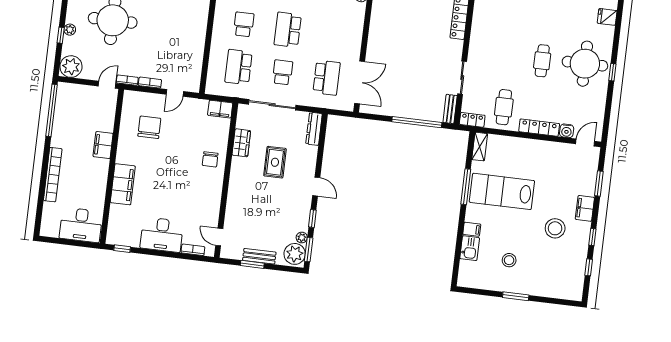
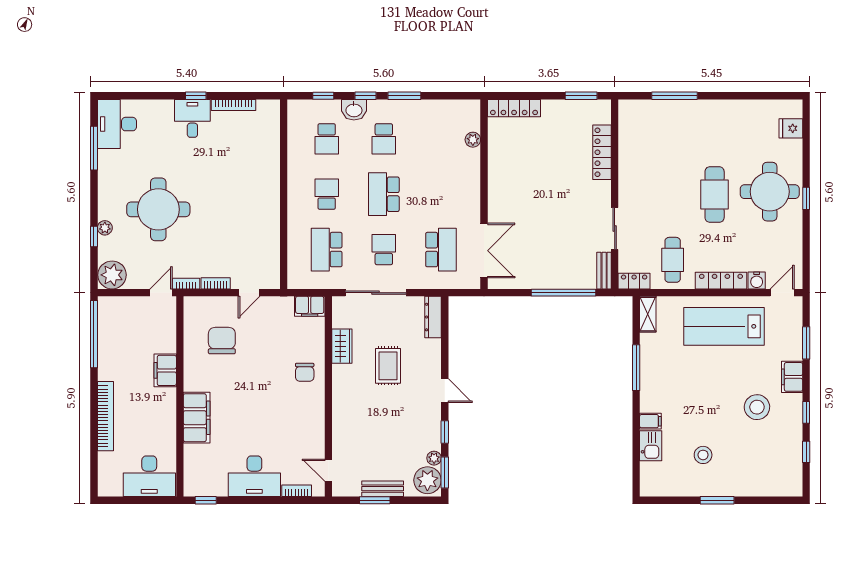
cafe table: (542, 61) -> (715, 195), width x1.37, depth x1.35
lab bench: (502, 191) -> (724, 326), moved

